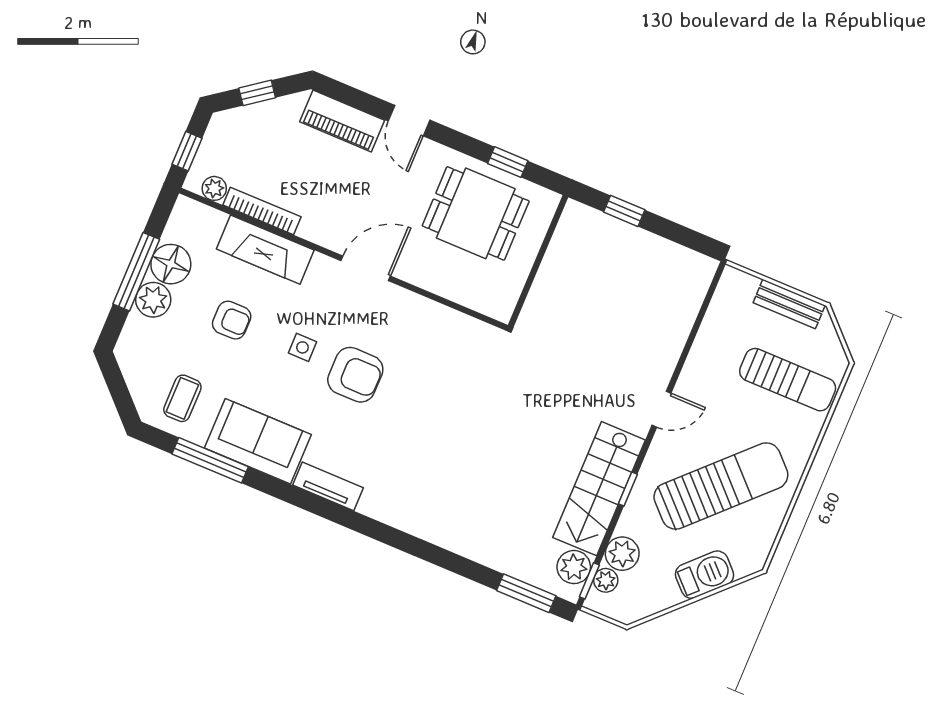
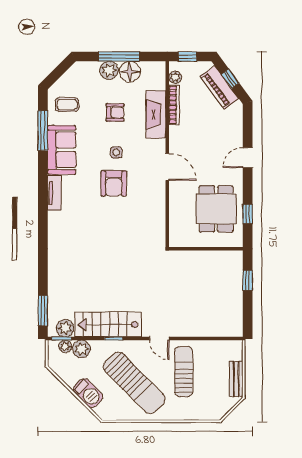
piano: (342, 121) -> (219, 88), moved, turned -36
armchair: (232, 320) -> (115, 112), turned -90
sun lounger: (788, 380) -> (184, 371), moved, turned 180

